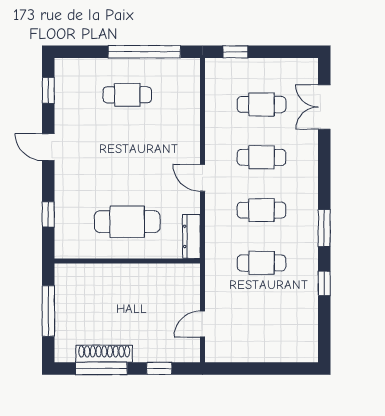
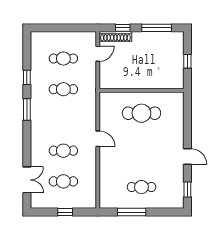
window: (144, 52) -> (132, 212), width x0.68
window: (235, 52) -> (65, 212), moved
cafe table: (262, 210) -> (63, 59), moved
window: (48, 214) -> (187, 117), removed
dresser: (191, 236) -> (104, 105), removed
window: (48, 311) -> (187, 61), width x0.46
shoe rack: (104, 354) -> (115, 36), moved

